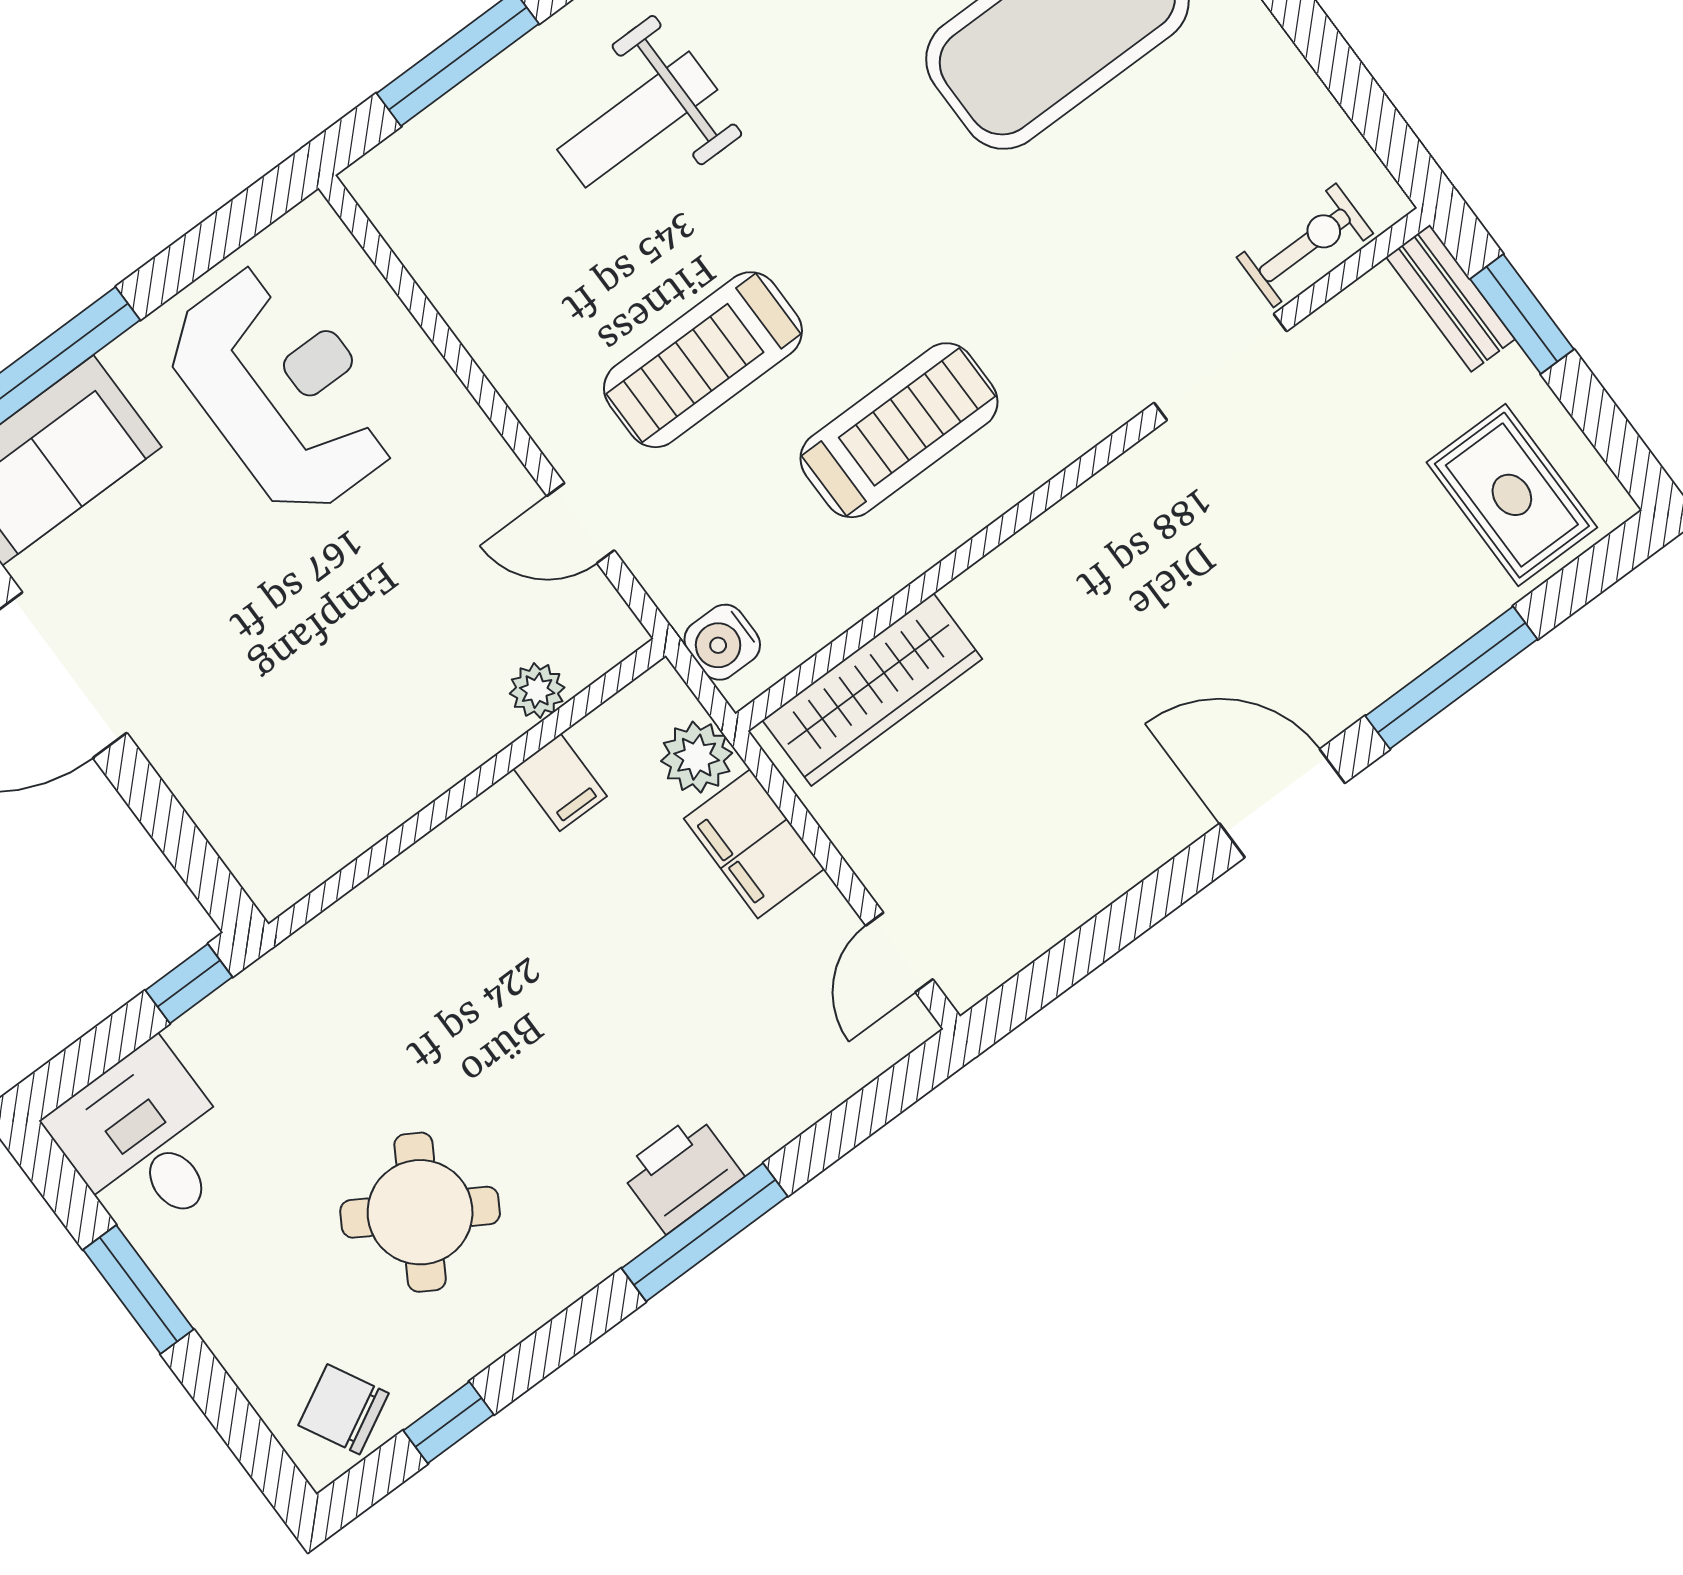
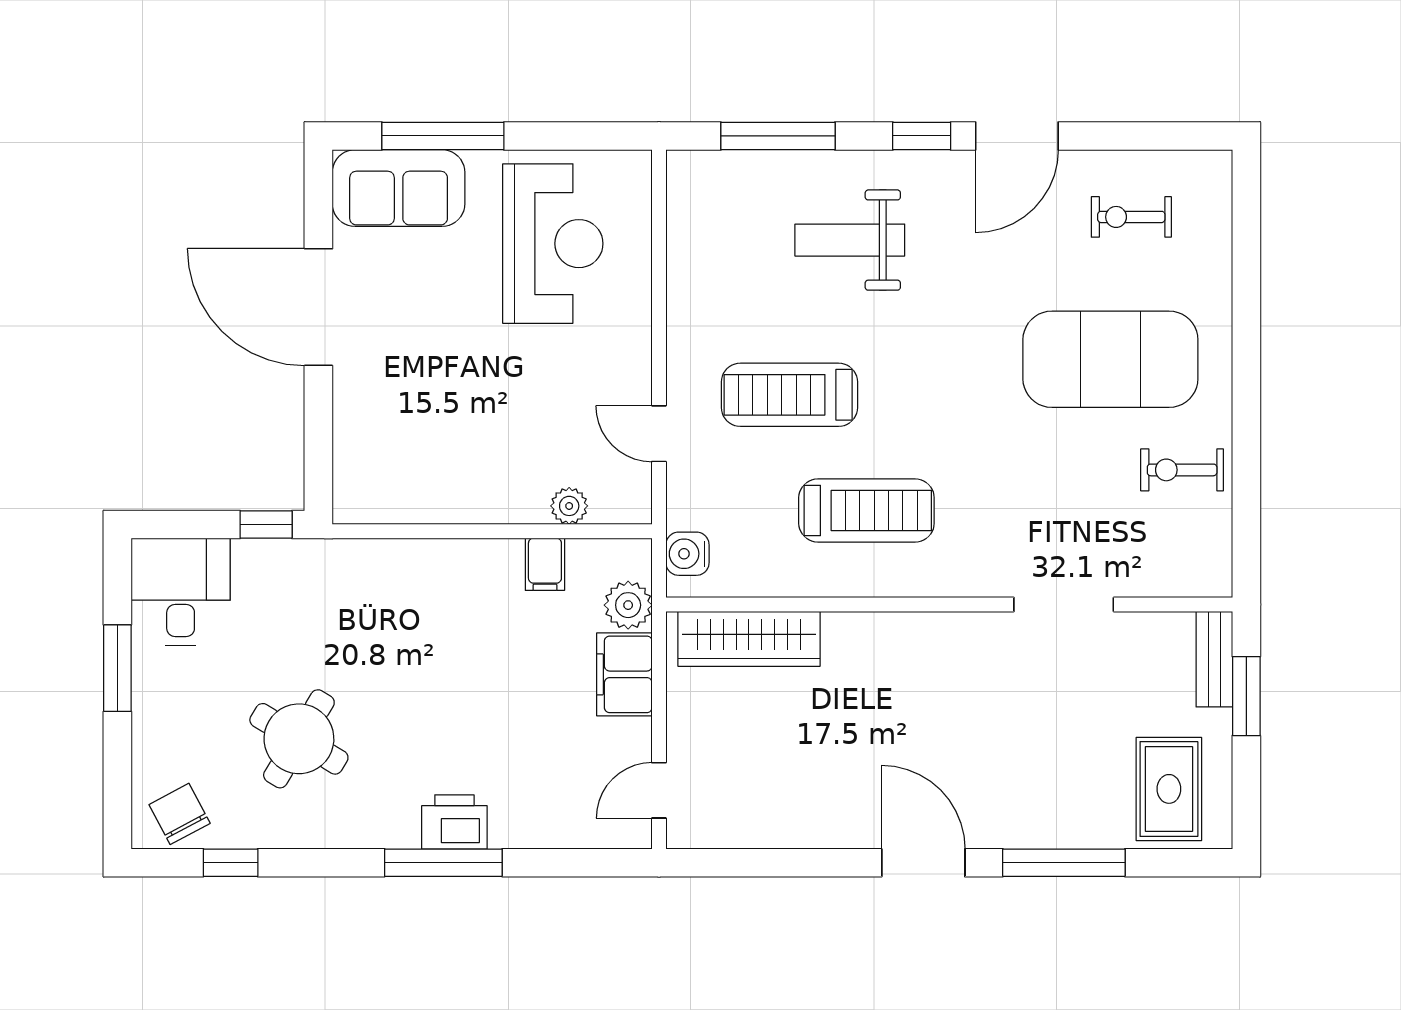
exercise bike: (1305, 245) -> (1182, 470), moved, turned 180

